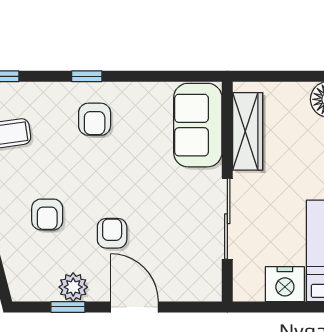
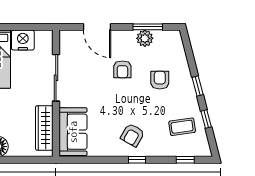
armchair: (95, 119) -> (132, 135), turned -150
window: (68, 307) -> (148, 27), width x1.50
door: (134, 307) -> (97, 27), moved

